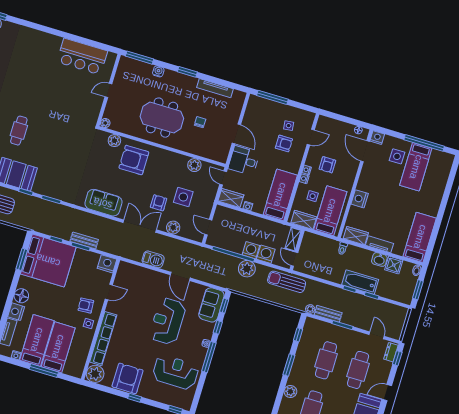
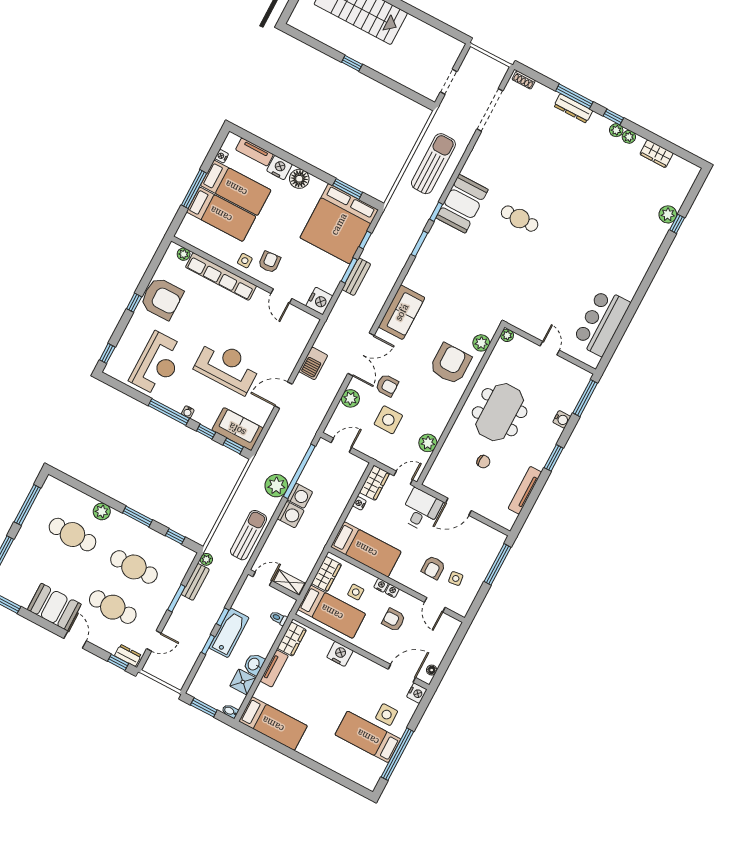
shelving: (293, 239) -> (289, 582), moved
wall: (297, 250) -> (274, 585), moved
door: (294, 259) -> (262, 579), moved
plant: (95, 374) -> (184, 254), width x0.53, depth x0.53

